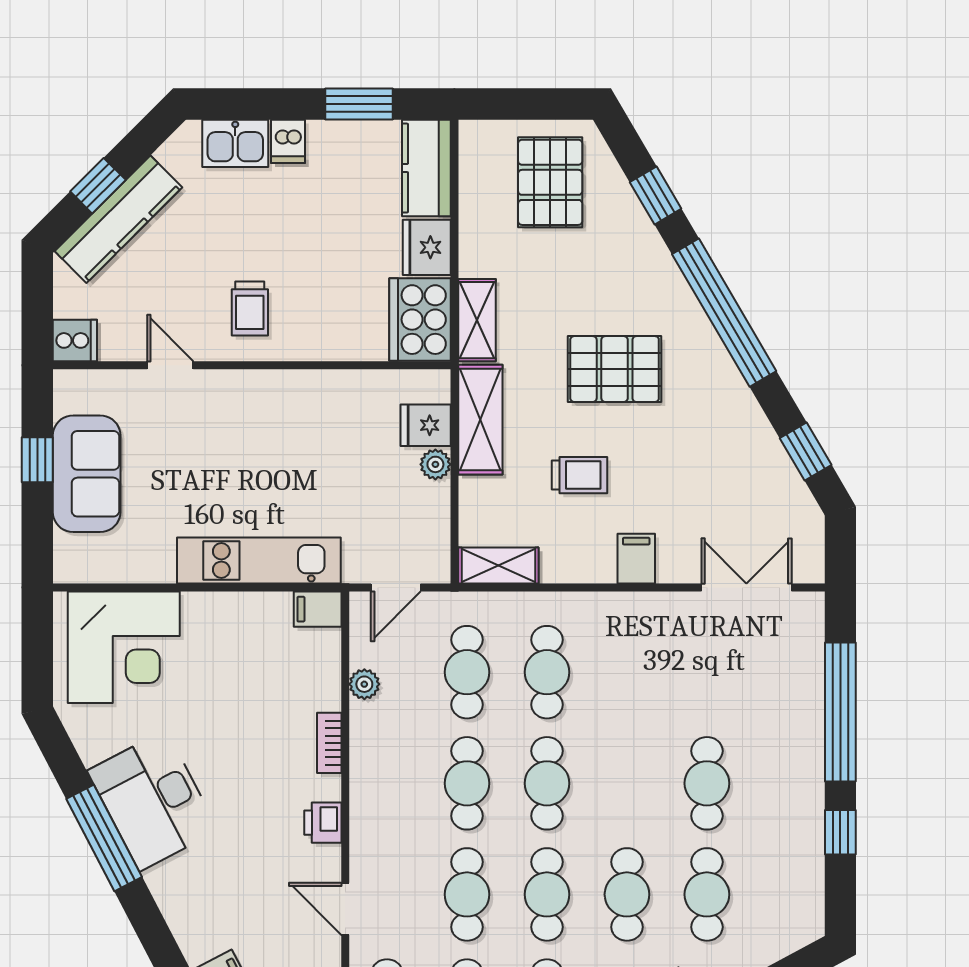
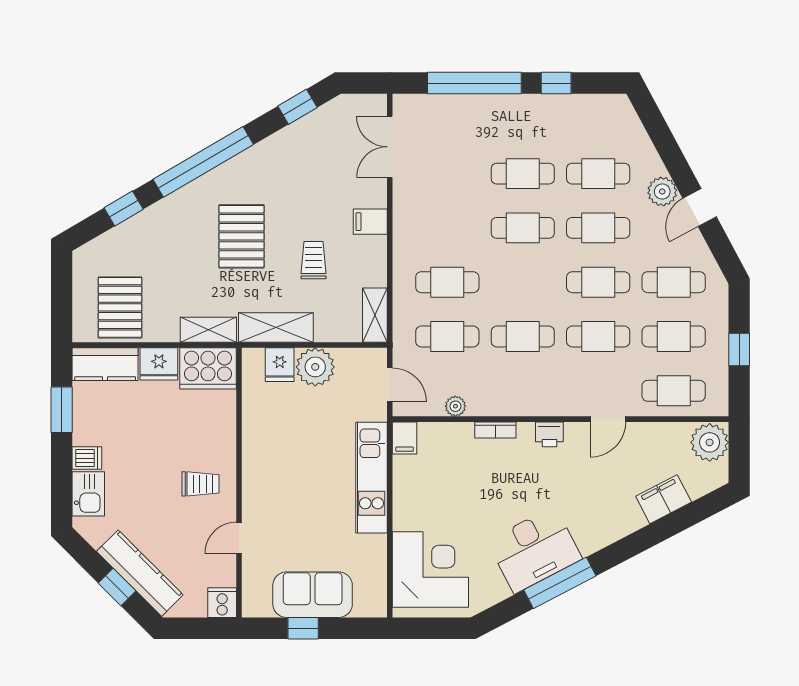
pallet: (550, 182) -> (120, 307), moved, turned 90
plant: (435, 464) -> (315, 367), width x1.87, depth x1.87
cafe table: (547, 783) -> (523, 228), moved

